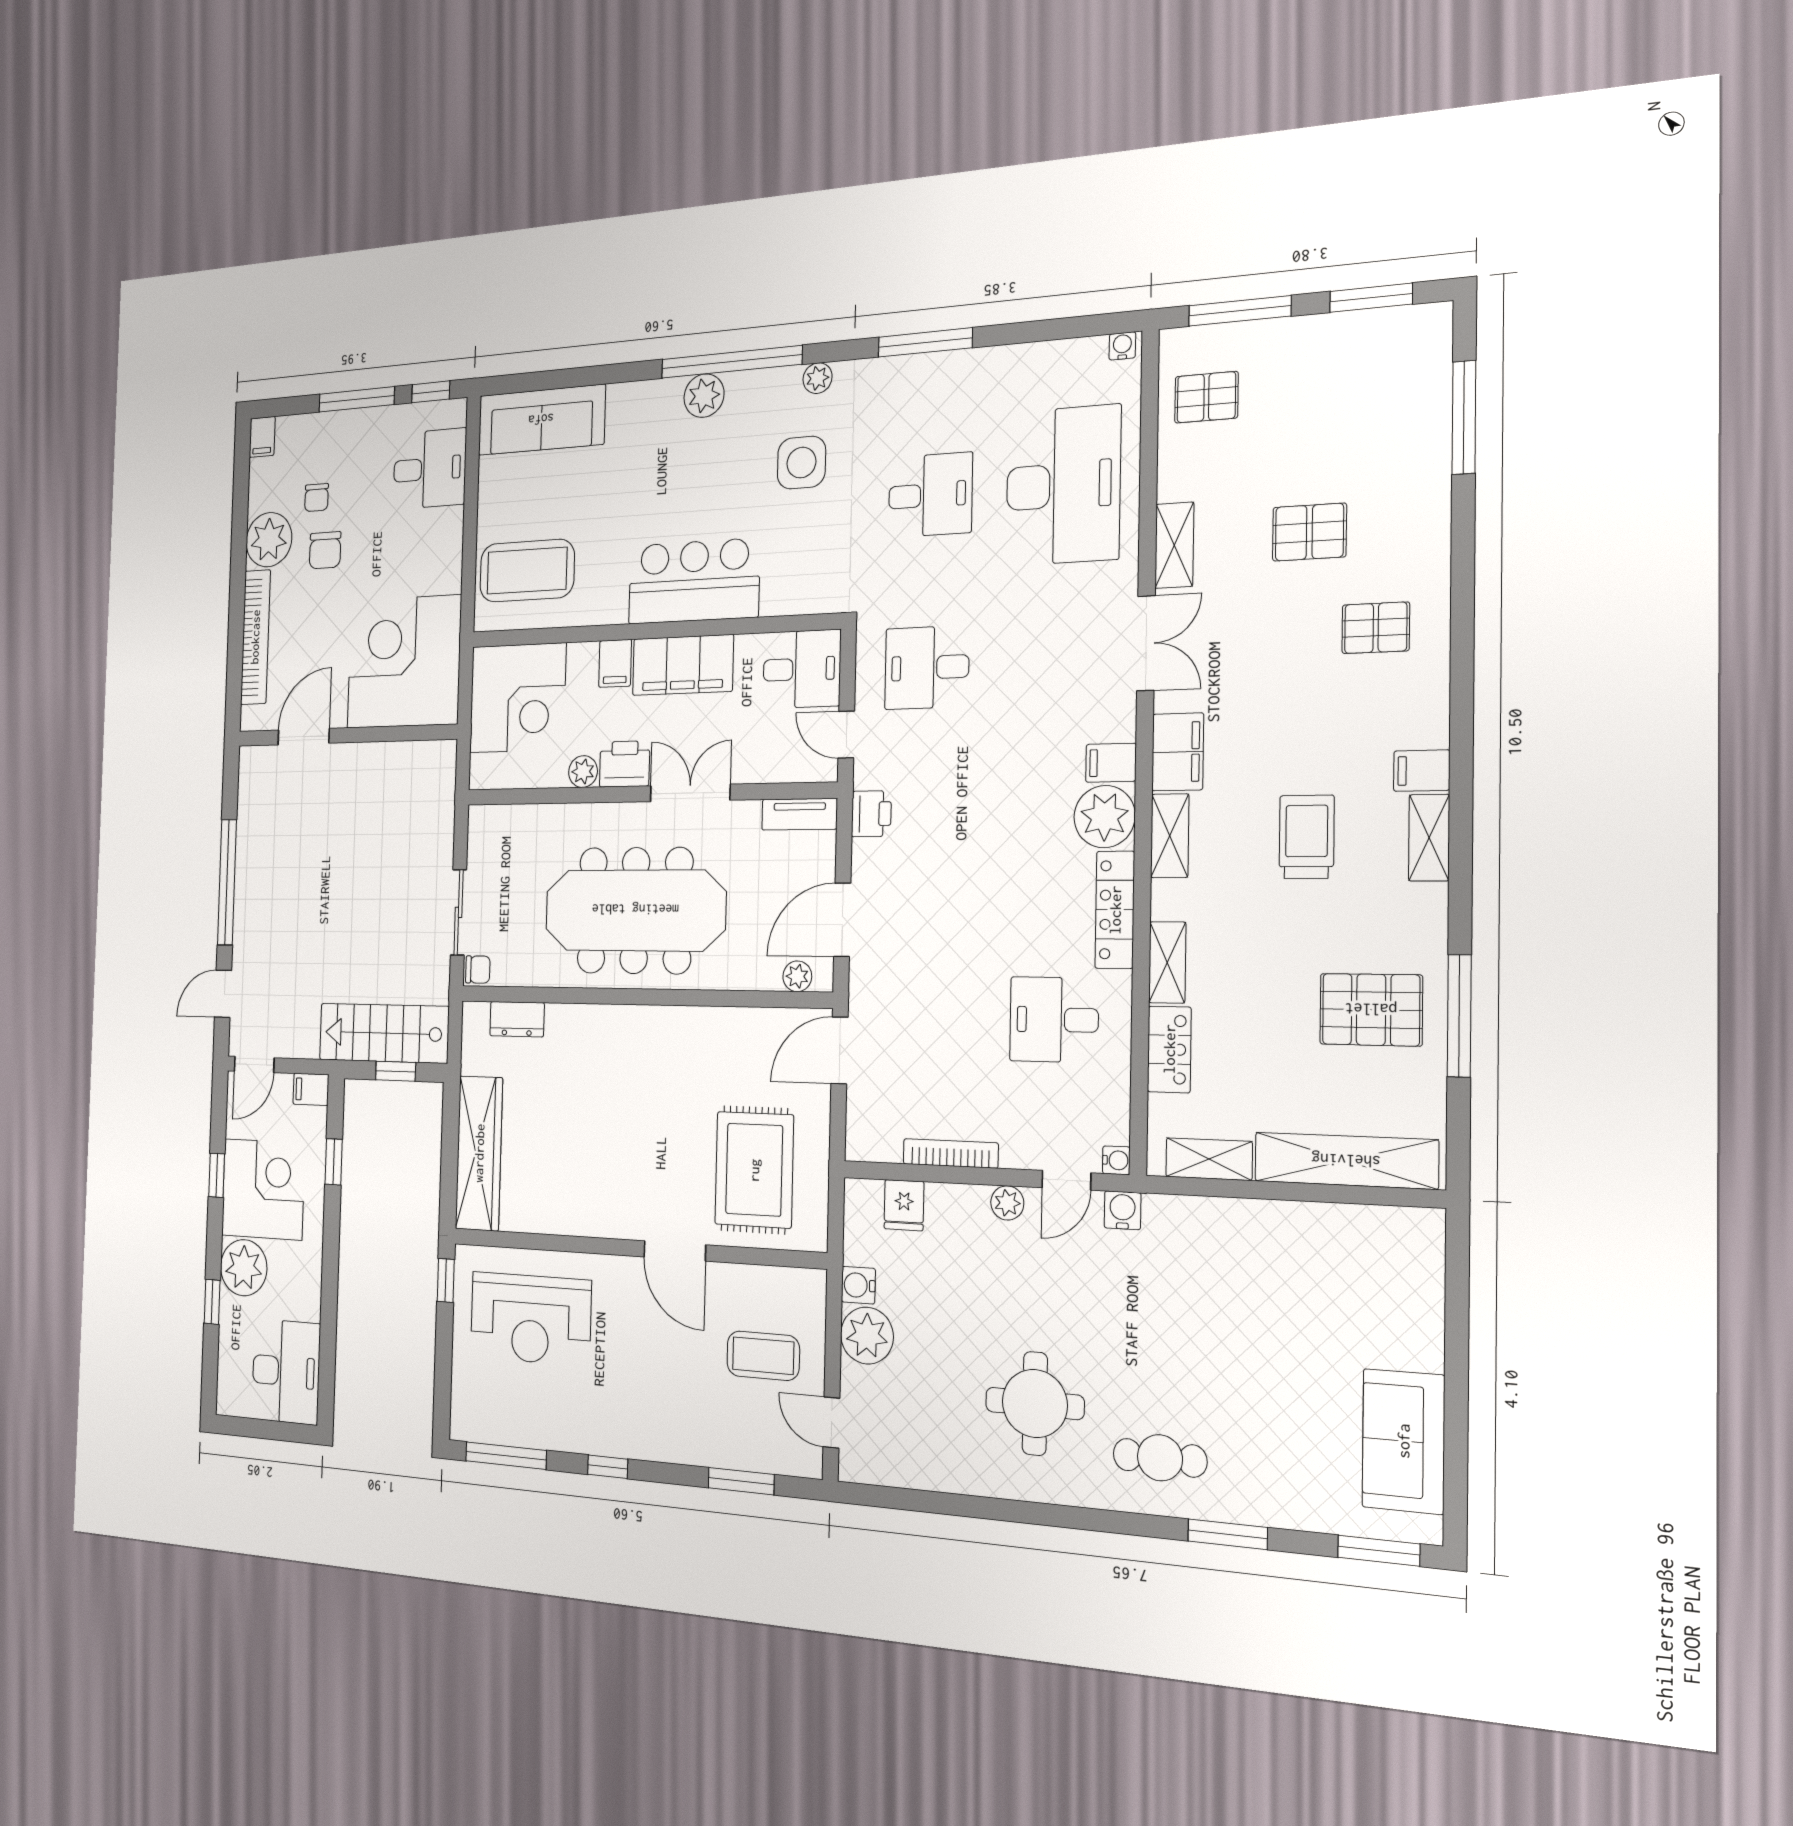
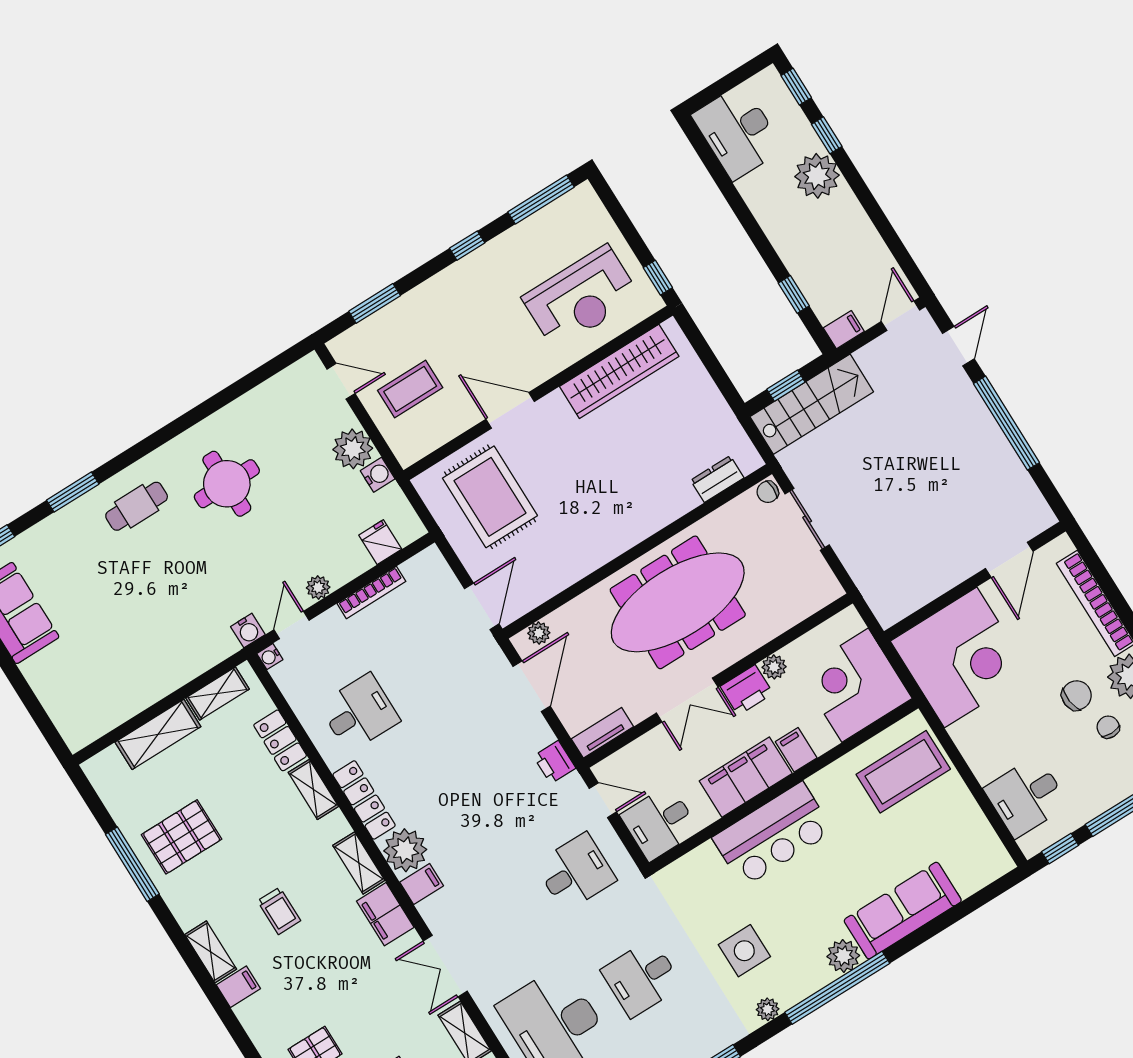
sofa: (541, 420) -> (903, 911), moved
chair: (325, 550) -> (1077, 695), turned 83
trolley: (1307, 837) -> (279, 911), width x0.73, depth x0.72
wardrobe: (479, 1153) -> (619, 371), moved, turned -90
shelving: (1346, 1161) -> (158, 734), width x0.68
window: (217, 1175) -> (796, 87), moved
corner desk: (263, 1189) -> (837, 238), removed
reception desk: (530, 1319) -> (581, 297), turned 180

